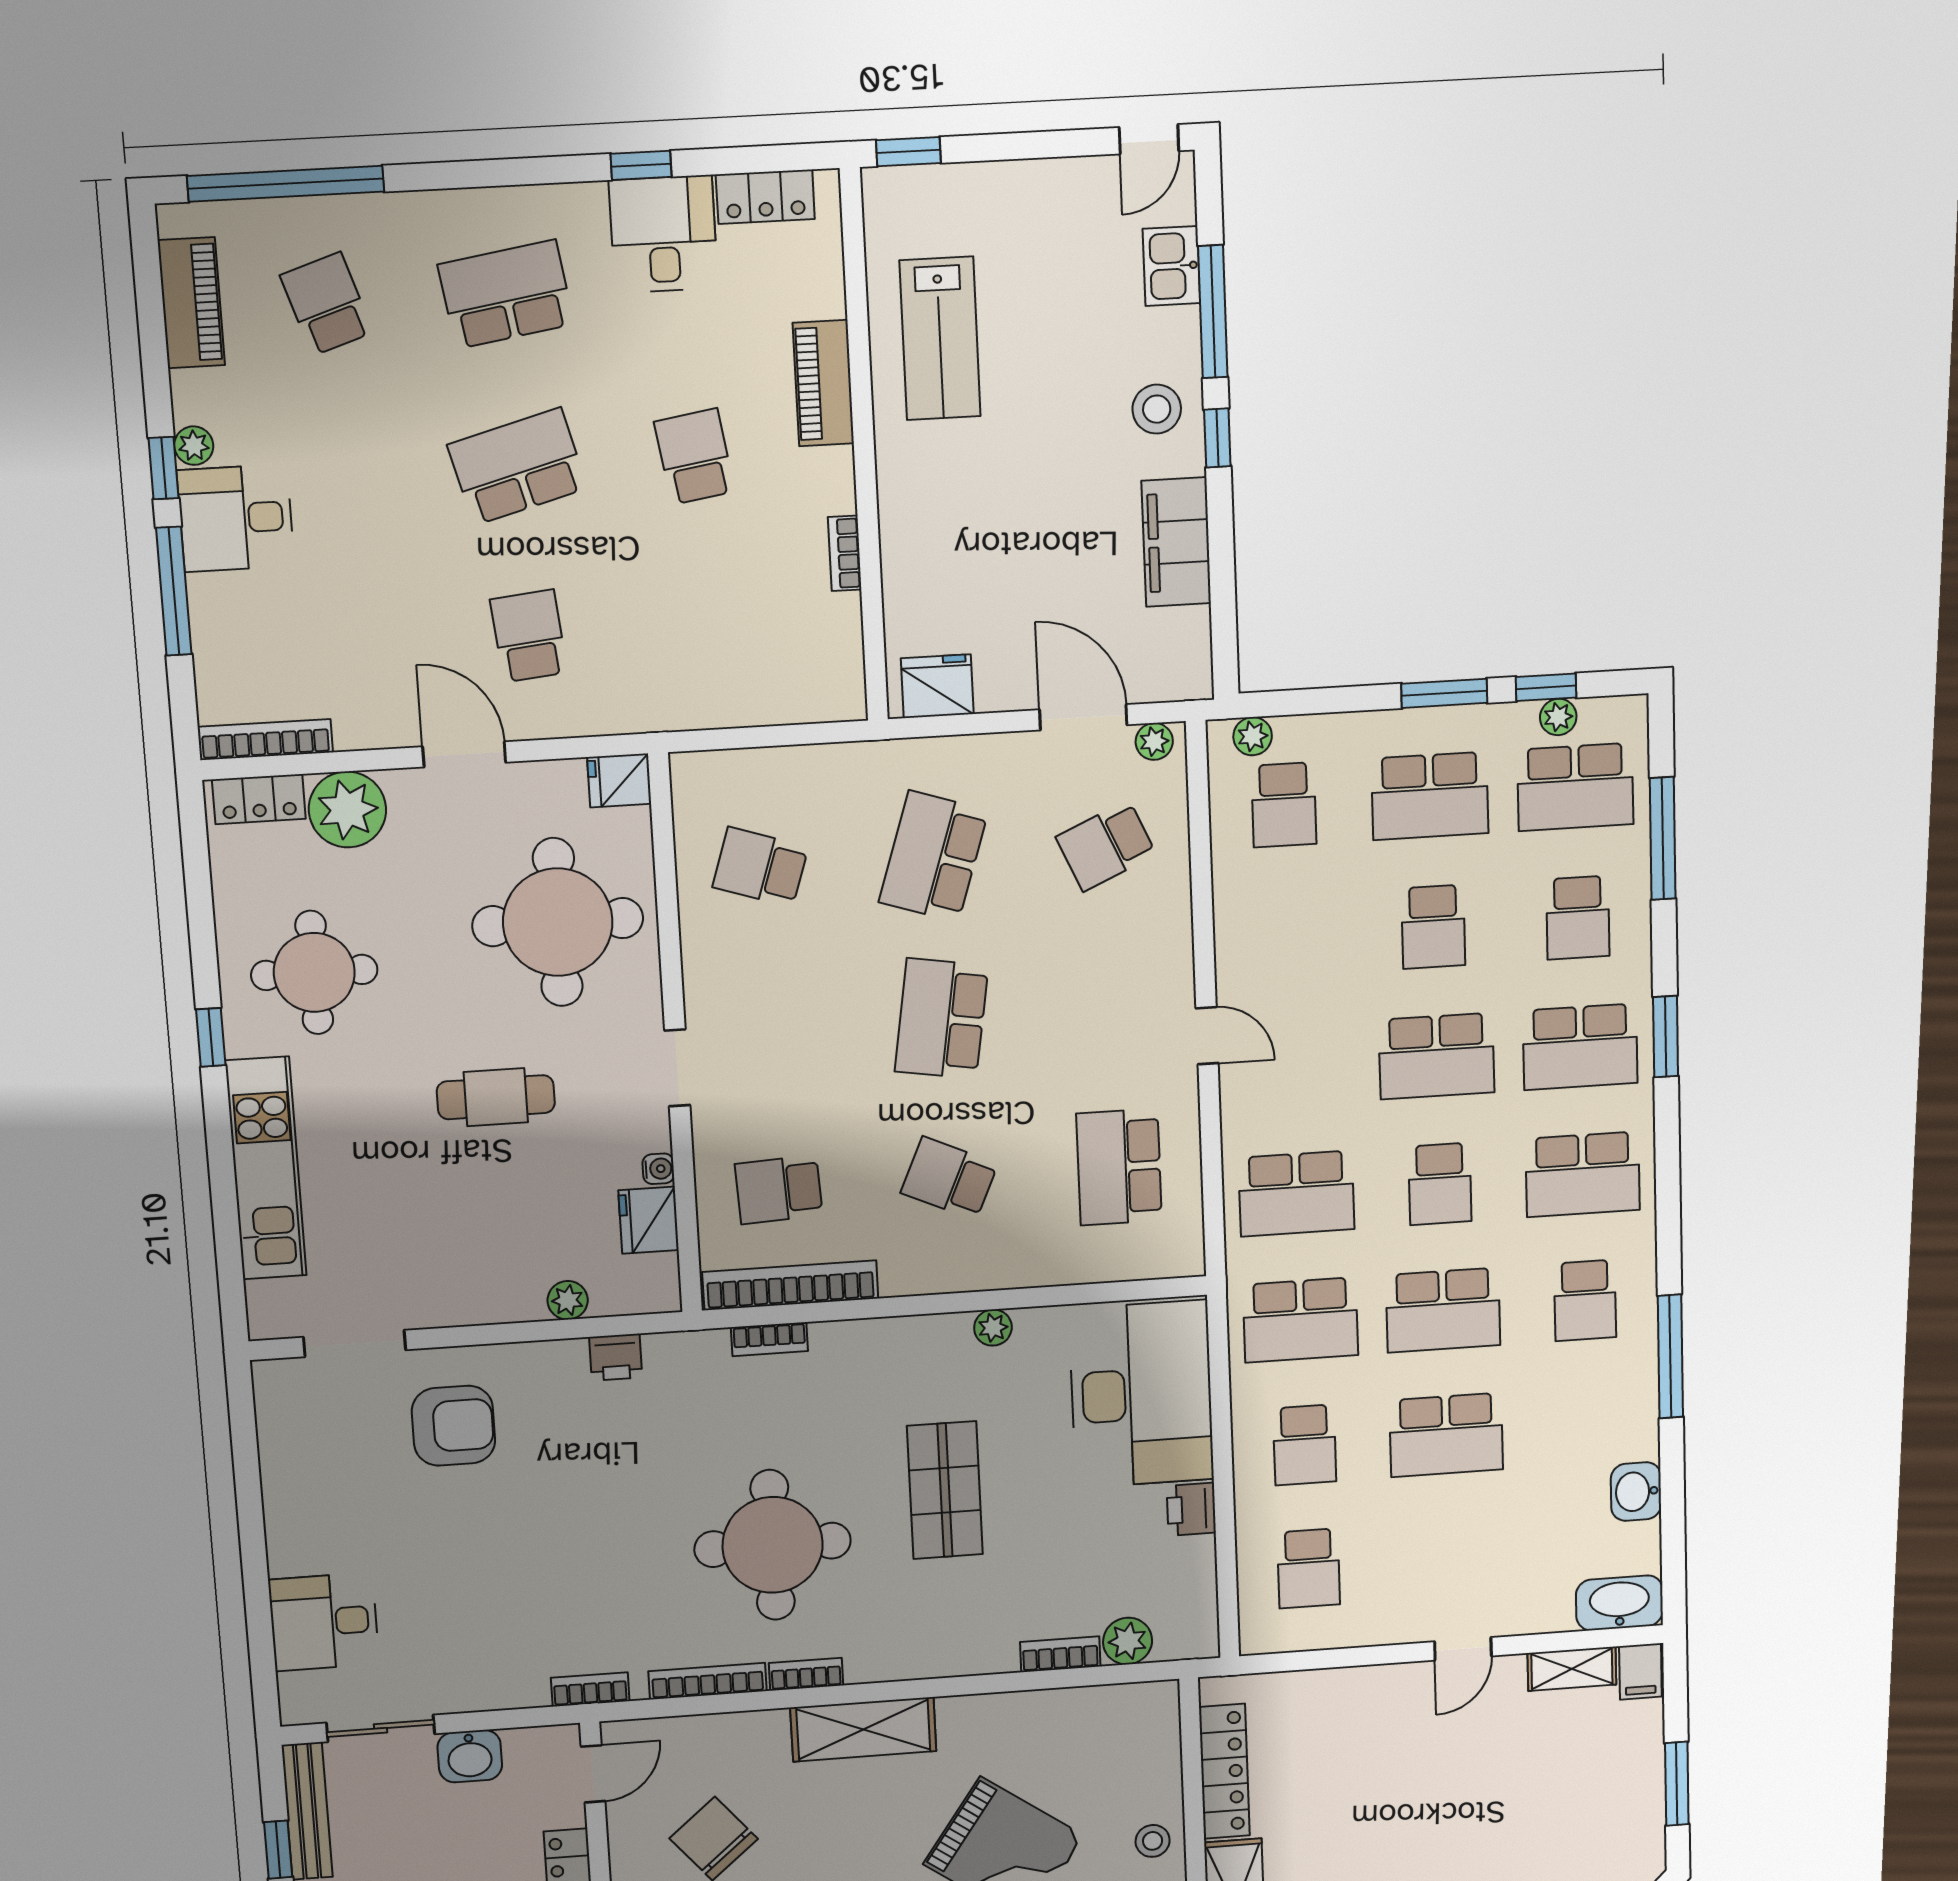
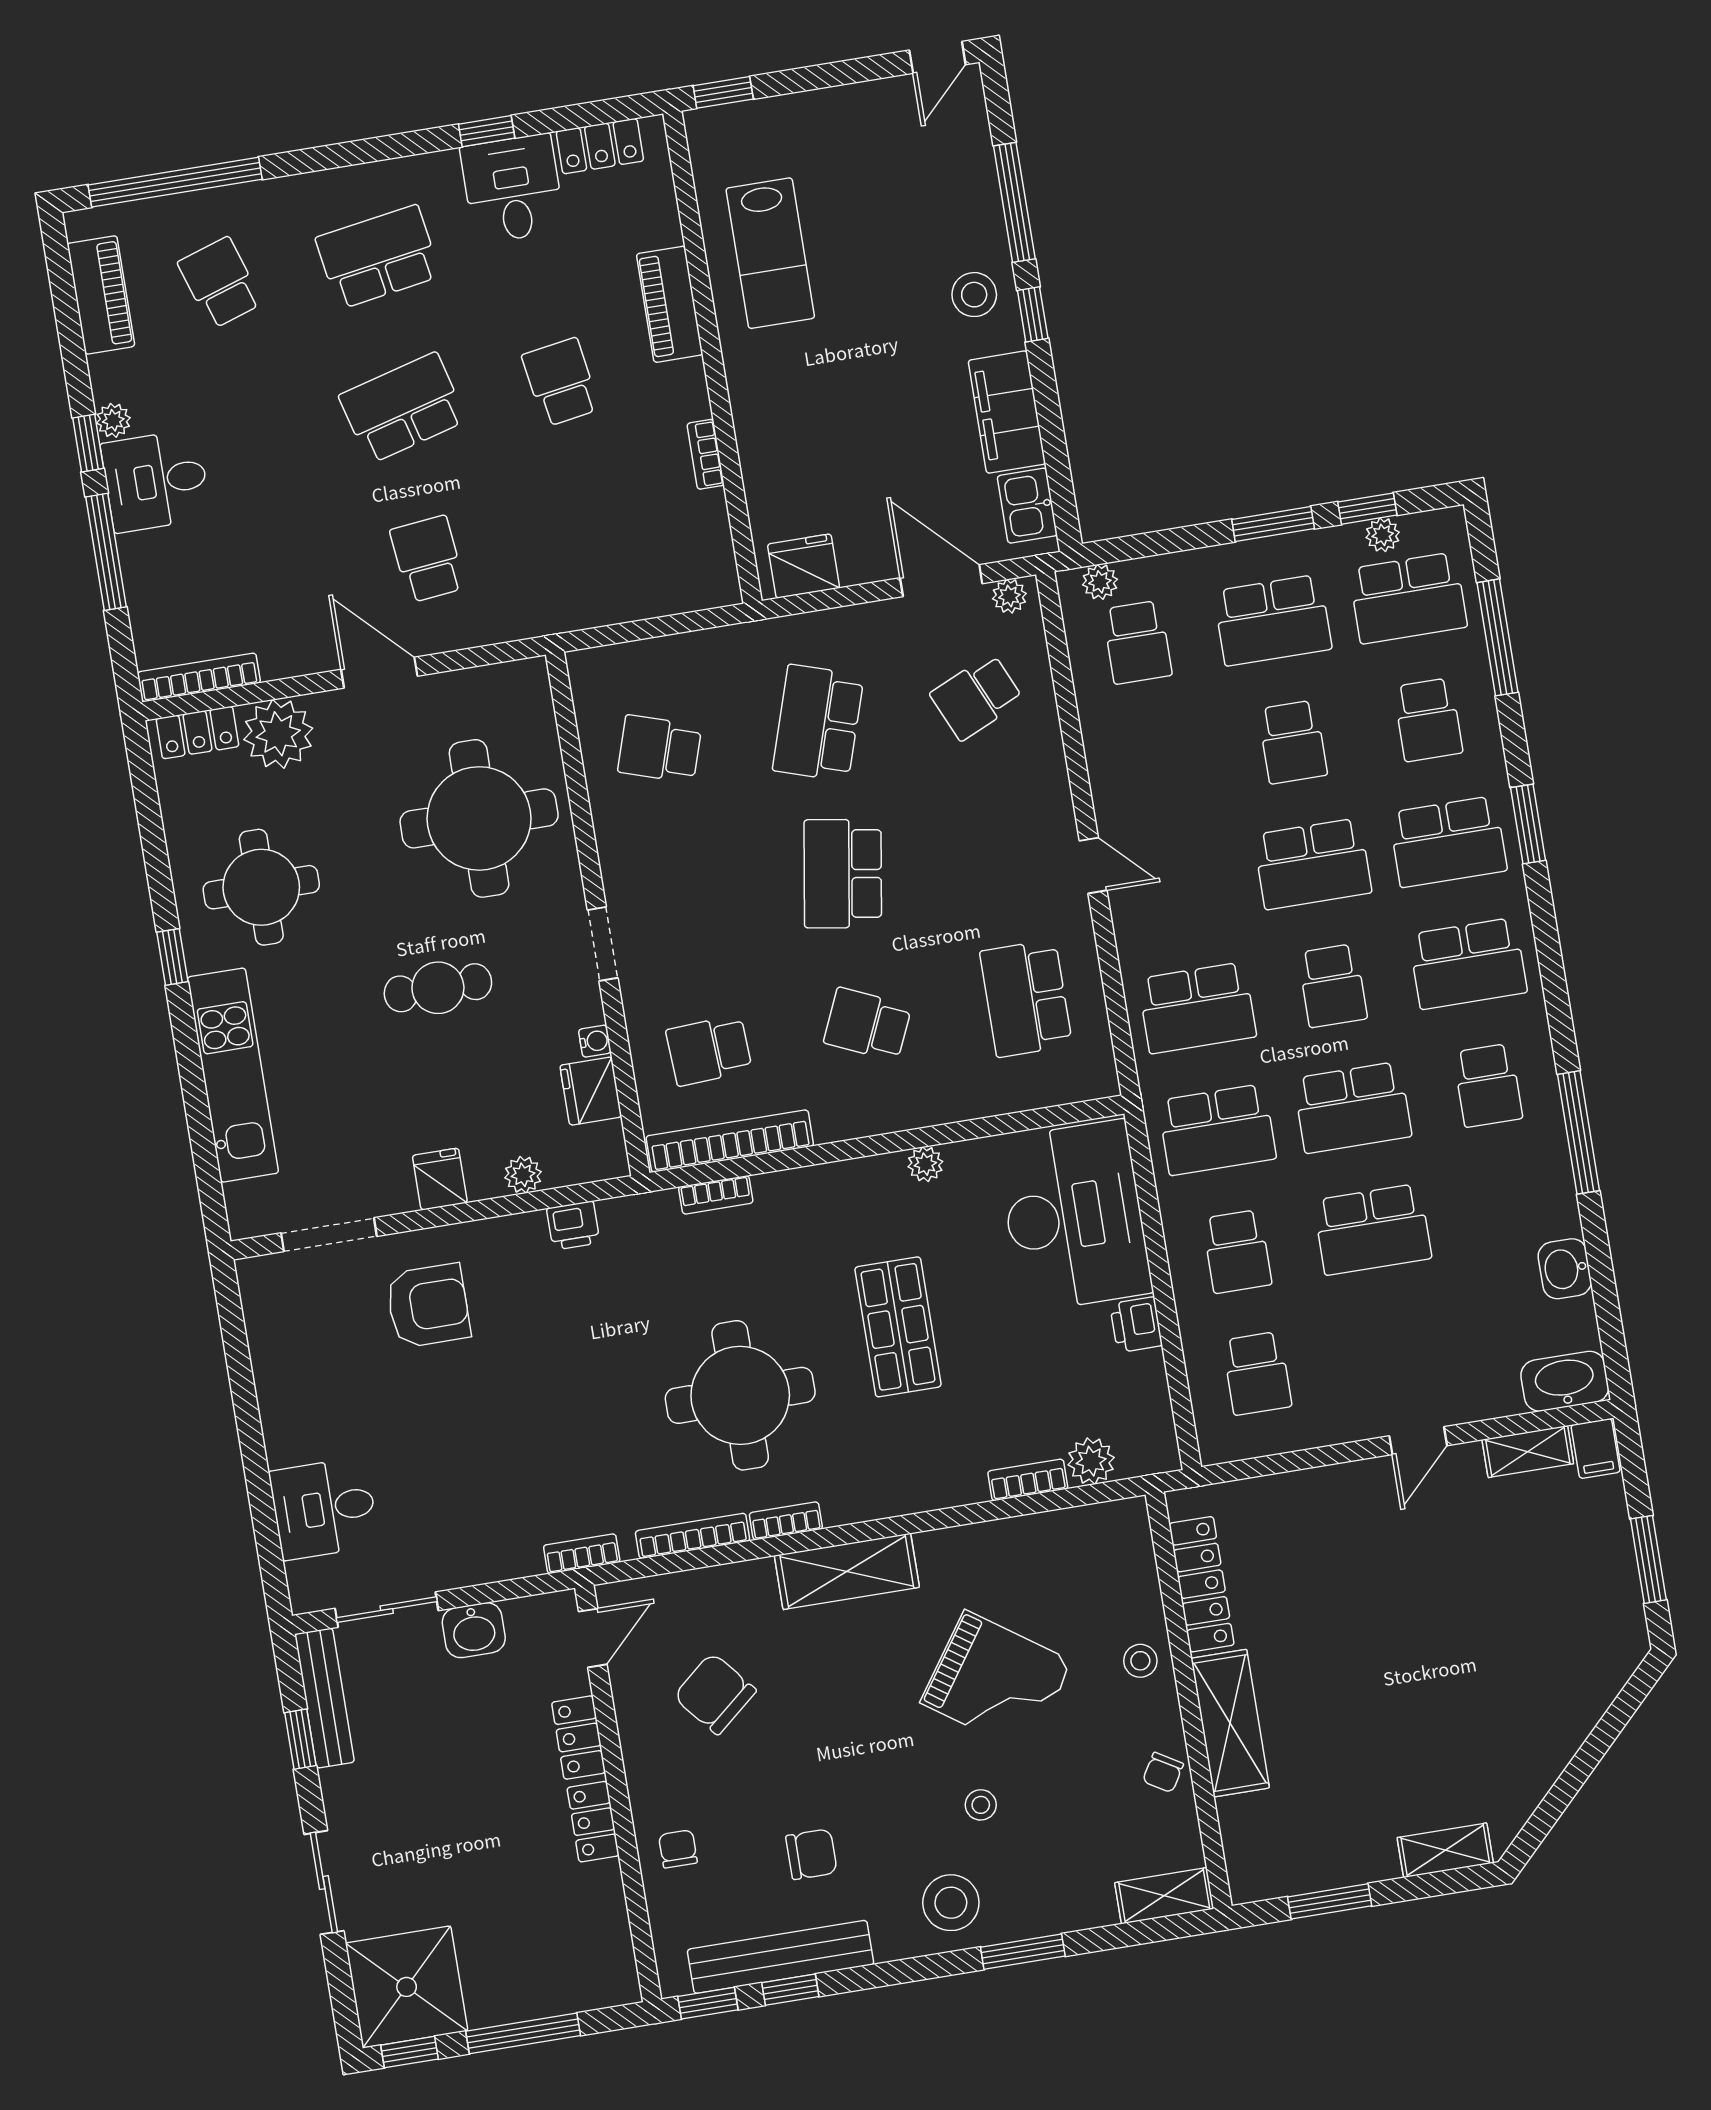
kitchen sink: (1171, 266) -> (1027, 506), moved
fridge: (619, 780) -> (440, 1179), moved, turned 90

